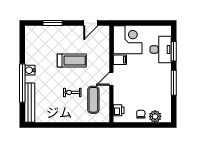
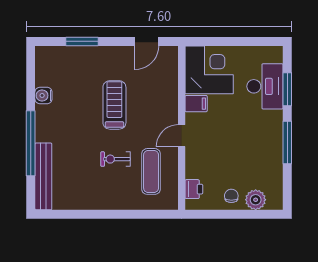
treadmill: (72, 60) -> (114, 105), turned -90
water cooler: (30, 70) -> (43, 95), moved

